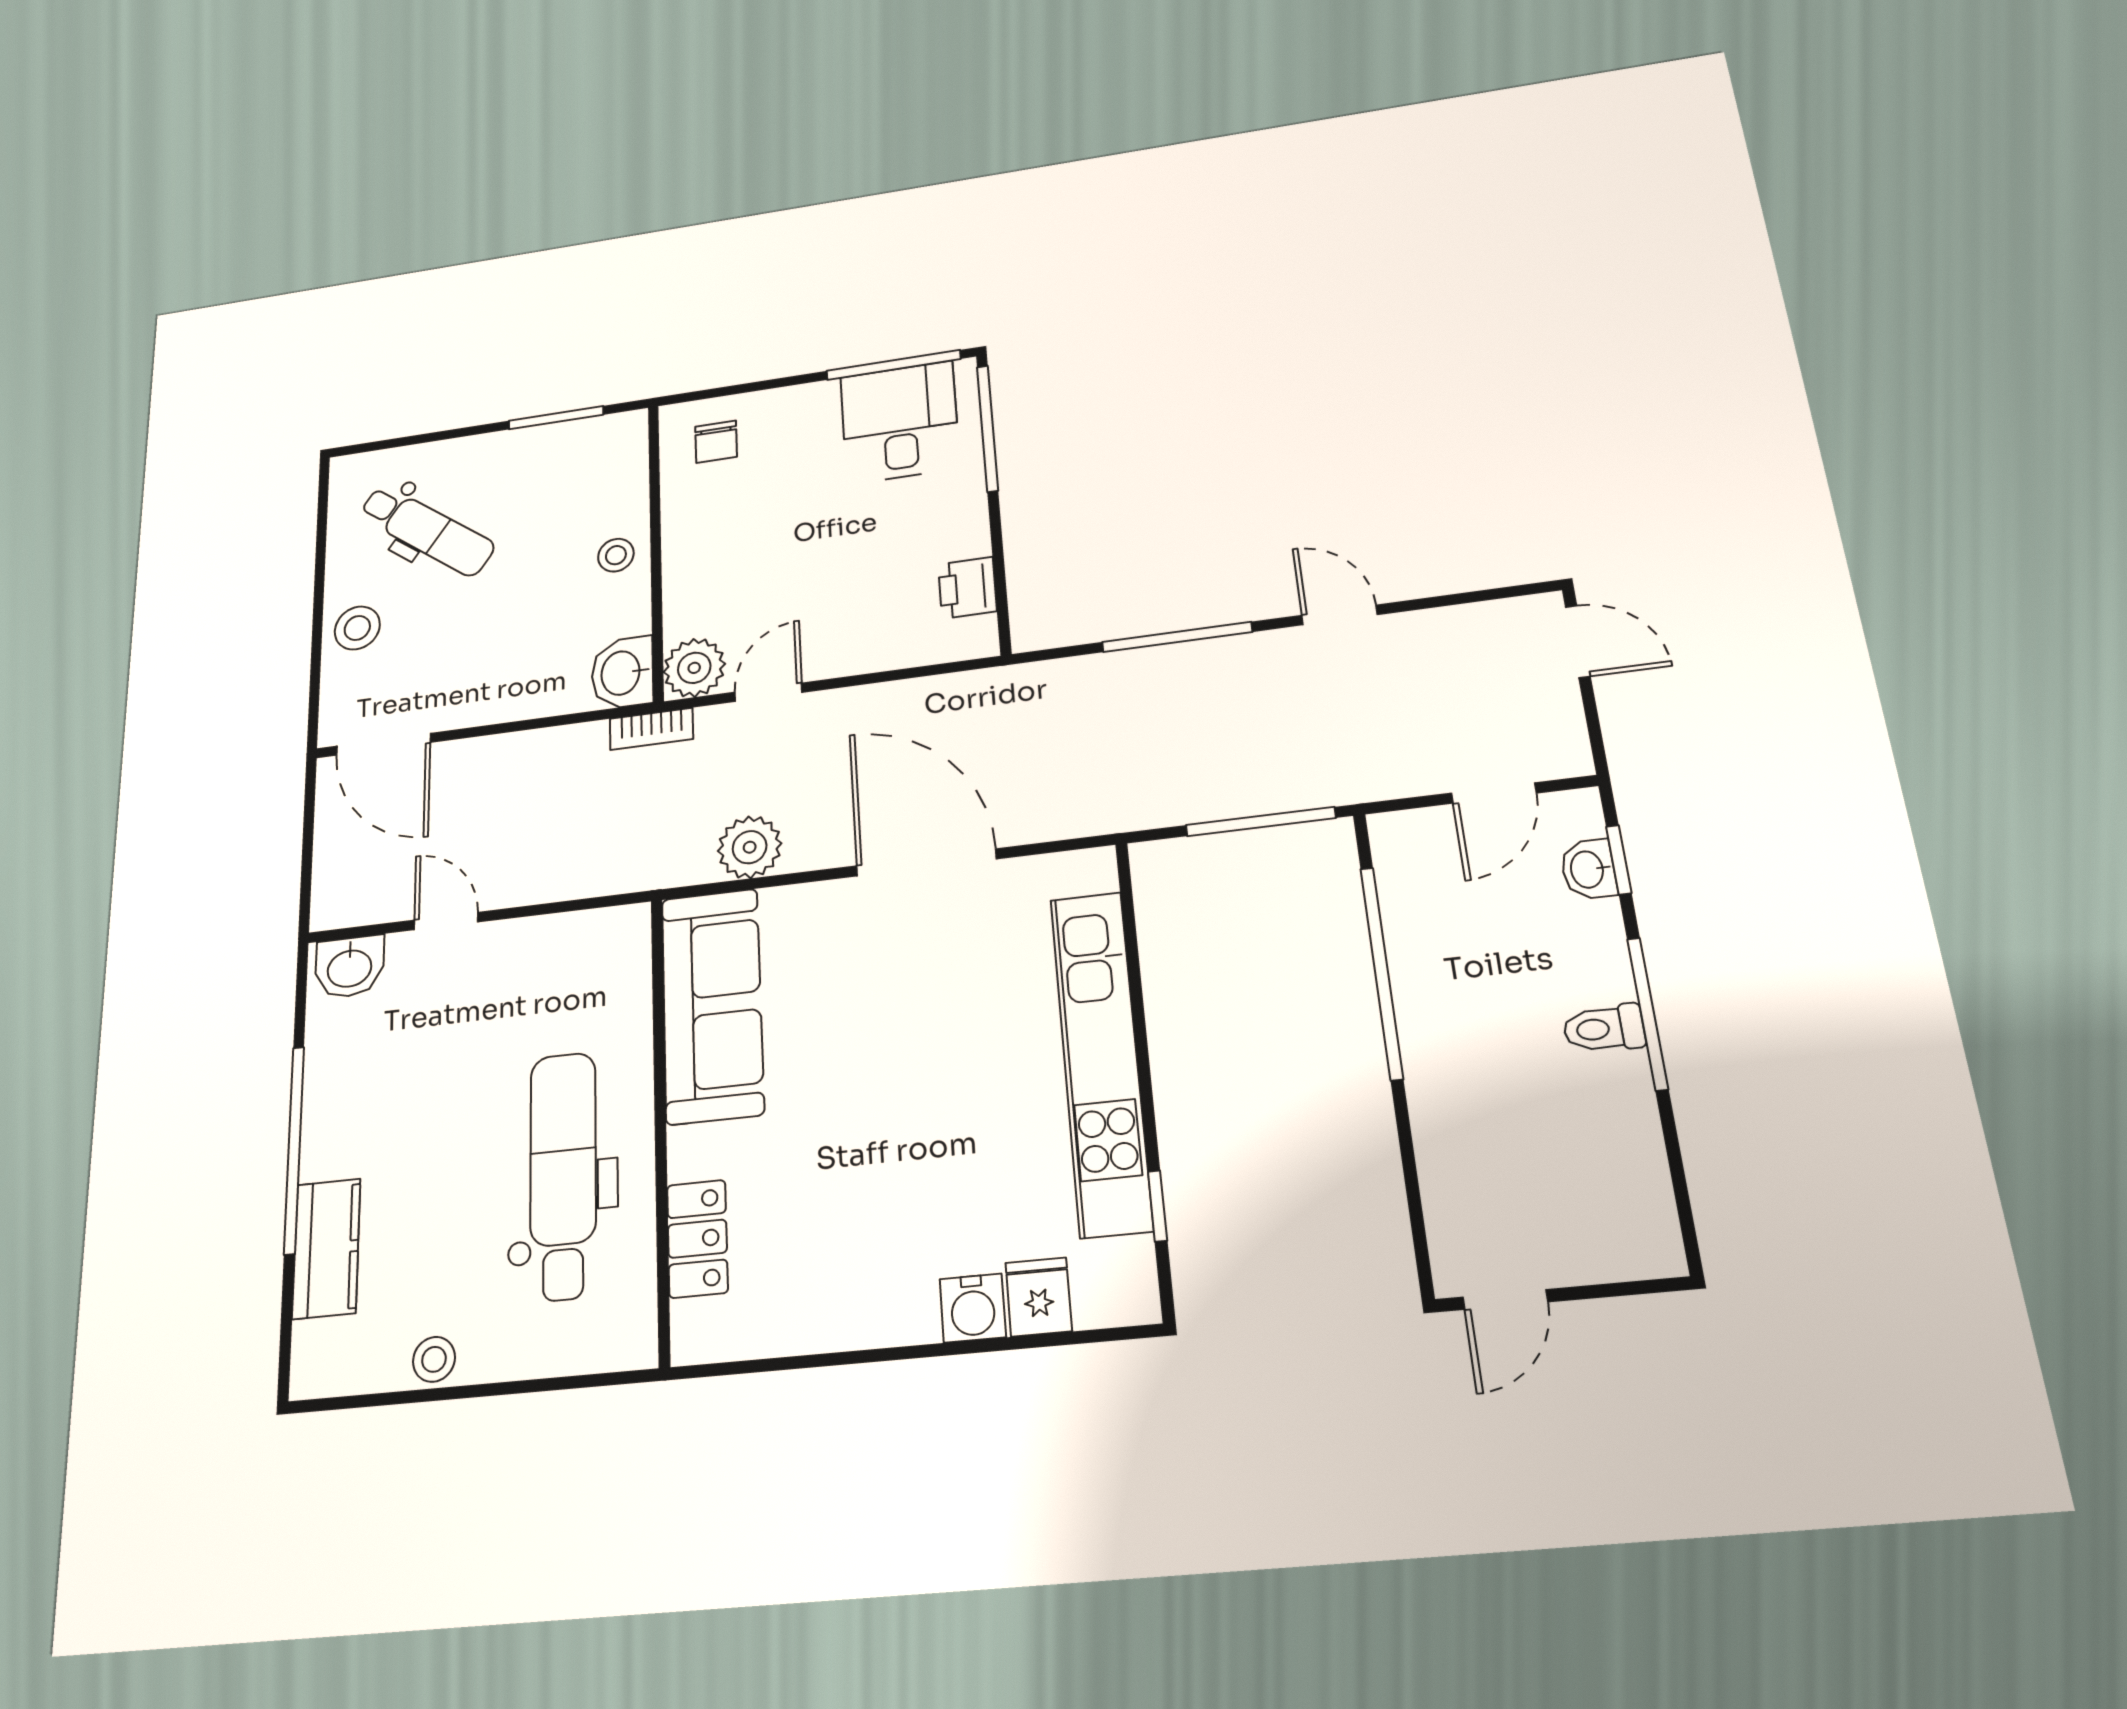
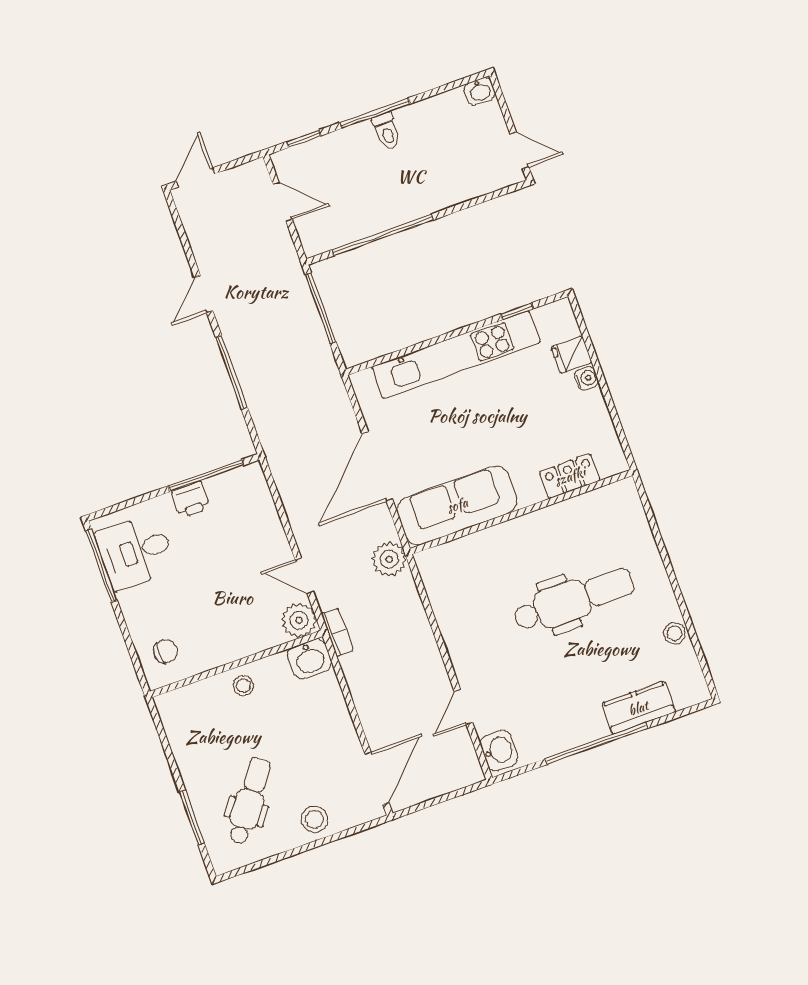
window: (556, 418) -> (192, 818), moved
window: (988, 428) -> (206, 476), moved
printer: (967, 588) -> (191, 500), moved
washbasin: (1588, 869) -> (480, 91), moved
sofa: (712, 1005) -> (457, 505), moved
wall: (661, 1125) -> (521, 512), moved
dental chair: (563, 1175) -> (574, 600), turned 180
locker: (697, 1239) -> (570, 476), moved
water cooler: (973, 1308) -> (587, 378), width x0.72, depth x0.72

